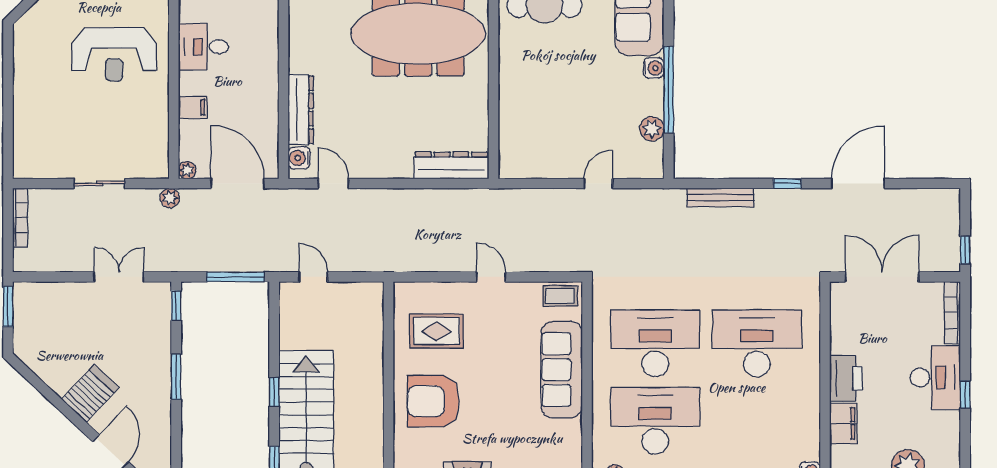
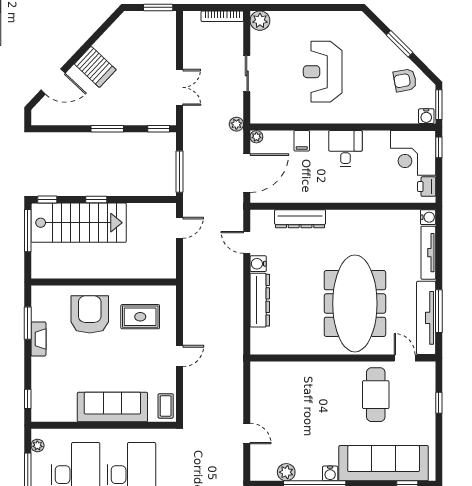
reception desk: (114, 54) -> (323, 72), moved
water cooler: (299, 158) -> (258, 264), moved, turned -90
plant: (26, 165) -> (260, 21), added
dresser: (451, 165) -> (260, 300), moved
door: (334, 184) -> (247, 242), swing flipped
rug: (436, 331) -> (140, 317), turned 90

